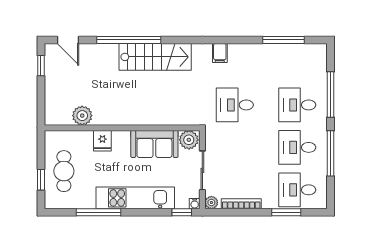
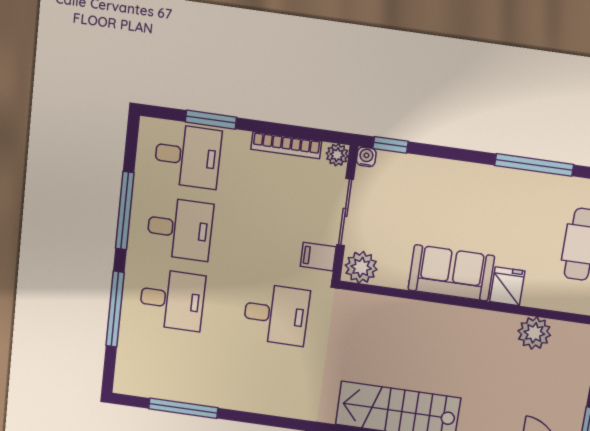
filing cabinet: (220, 53) -> (318, 257), moved, turned -90
sofa: (154, 144) -> (451, 273), moved
kitchen unit: (135, 198) -> (467, 181), removed

